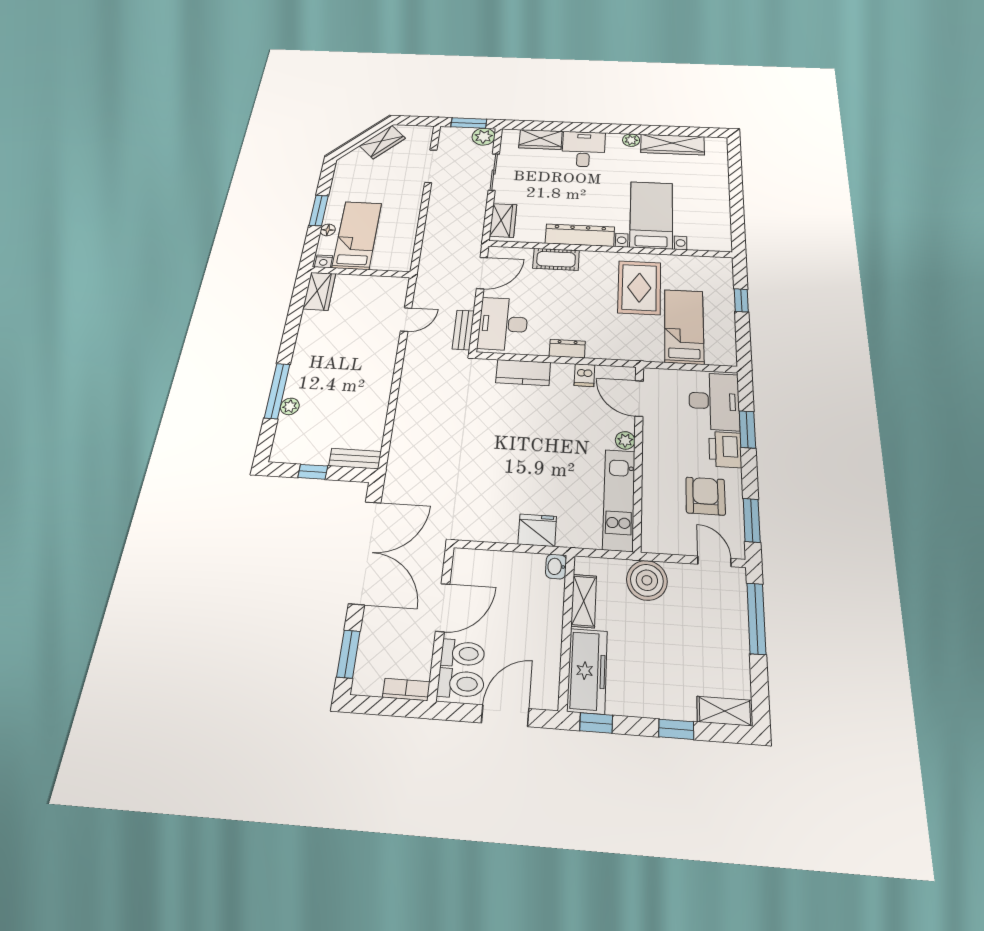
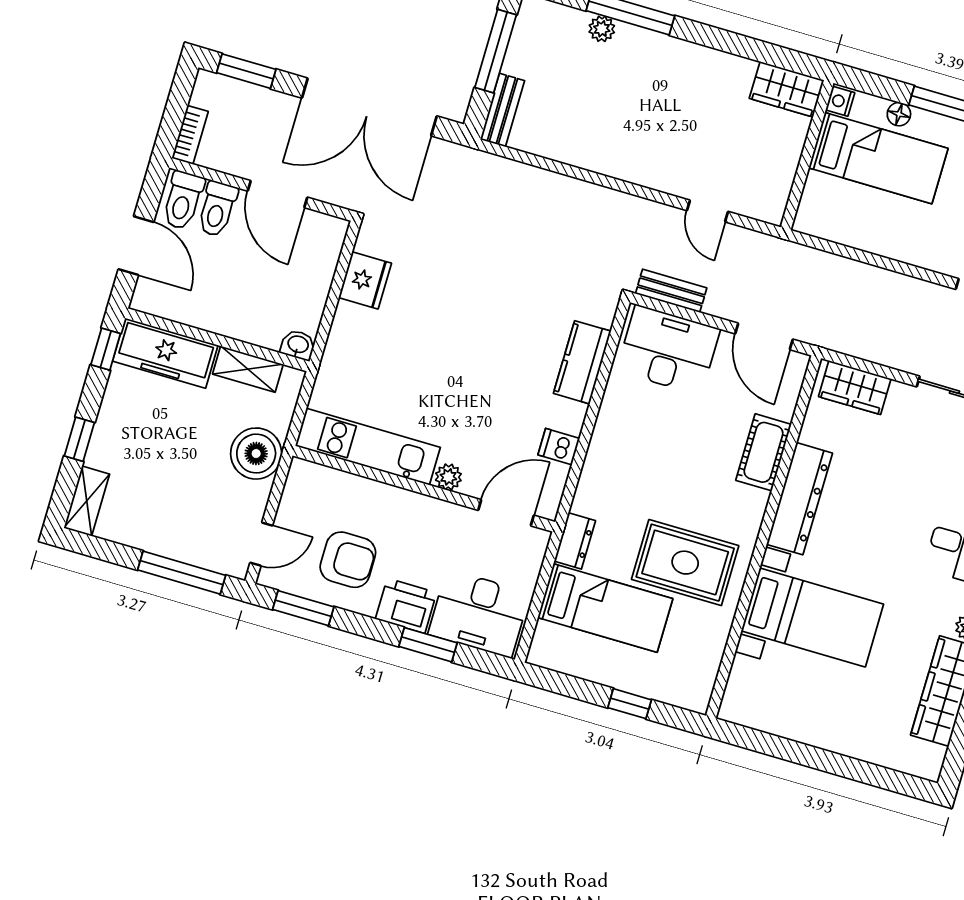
dresser: (567, 349) -> (575, 541), moved
window: (313, 472) -> (496, 51), width x2.17
fridge: (537, 530) -> (365, 280), moved

